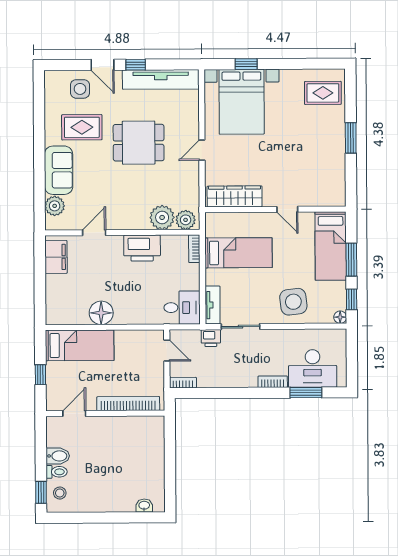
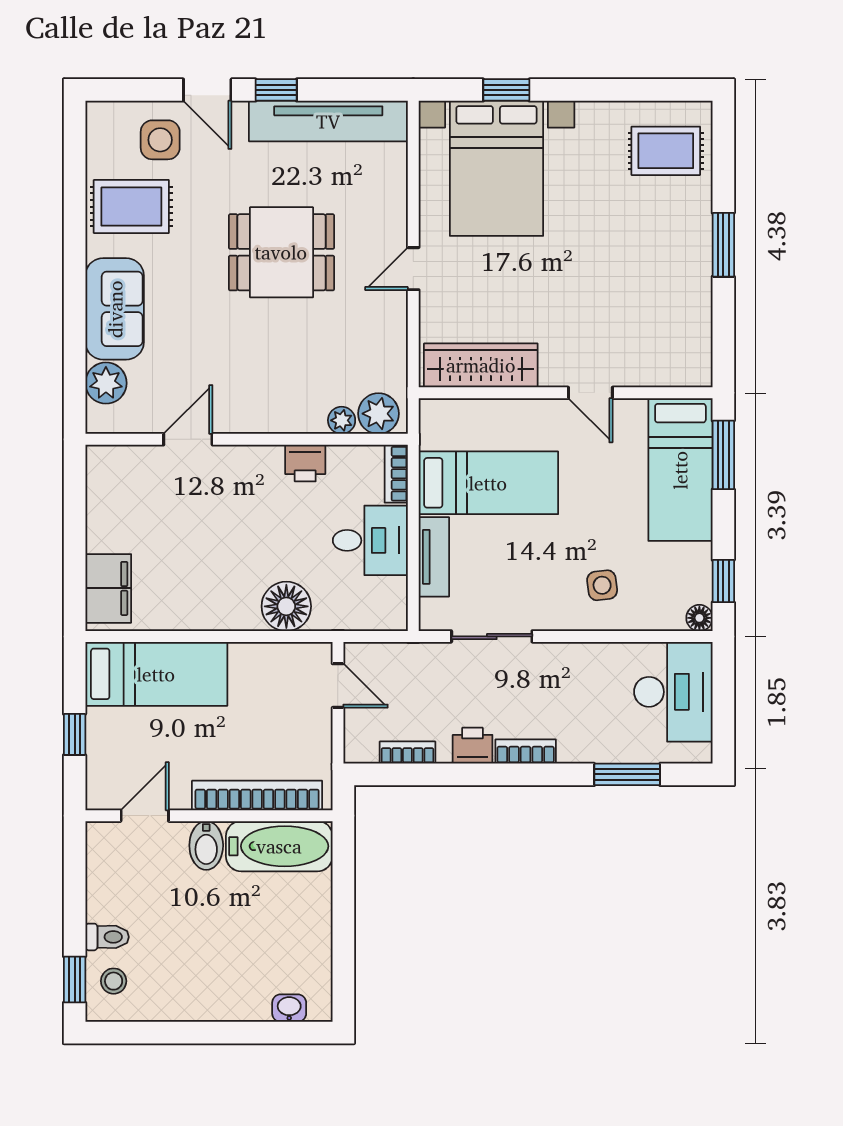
rug: (82, 127) -> (131, 207), moved
plant: (162, 217) -> (342, 420), width x0.53, depth x0.53
printer: (142, 248) -> (305, 463), width x0.53, depth x0.68
filing cabinet: (56, 257) -> (108, 588), moved
window: (351, 260) -> (723, 455), moved
side table: (293, 302) -> (602, 585), width x0.54, depth x0.54
tv unit: (213, 305) -> (434, 557), moved
desk: (182, 308) -> (370, 540), moved
floor lamp: (101, 313) -> (286, 606), moved
printer: (211, 338) -> (473, 746), moved, turned 180
desk: (313, 368) -> (673, 692), moved, turned -90
bookcase: (273, 382) -> (526, 752), moved
bookcase: (183, 383) -> (407, 753), moved
bathtub: (139, 428) -> (279, 846), added
bidet: (58, 456) -> (206, 845), moved, turned 90

